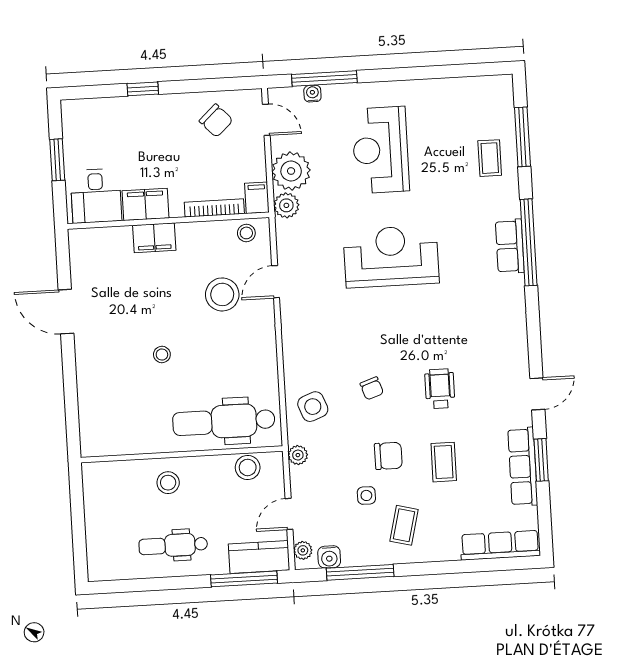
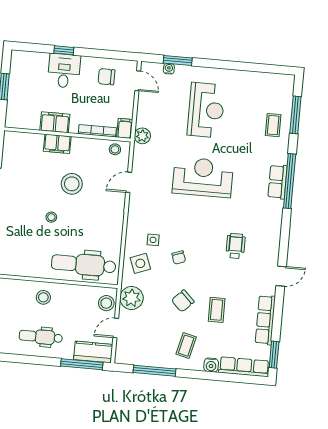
window: (324, 78) -> (178, 60), width x0.69
chair: (216, 121) -> (106, 77), turned 133
reception desk: (381, 150) -> (206, 110), turned 180
plant: (291, 171) -> (148, 115), removed
desk: (96, 196) -> (64, 71), moved, turned 180
stool: (222, 294) -> (72, 184), moved
wheelchair: (440, 389) -> (236, 246), moved
plant: (298, 455) -> (131, 298), width x1.87, depth x1.87
chair: (388, 456) -> (183, 301), turned 135
window: (541, 460) -> (274, 355), moved
stool: (248, 467) -> (106, 303), moved
side table: (366, 495) -> (153, 240), moved
plant: (303, 550) -> (121, 352), removed
water cooler: (329, 557) -> (211, 365), moved

